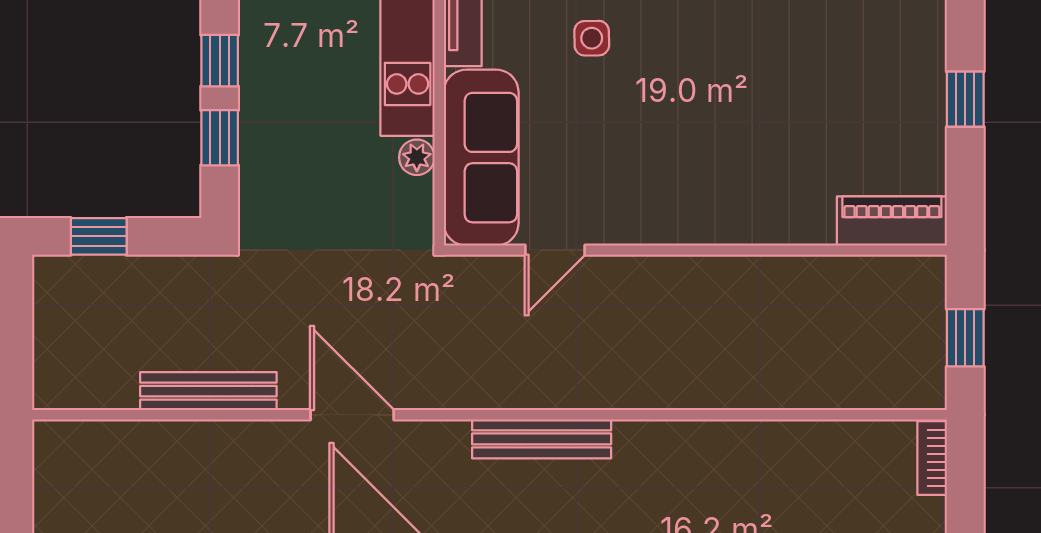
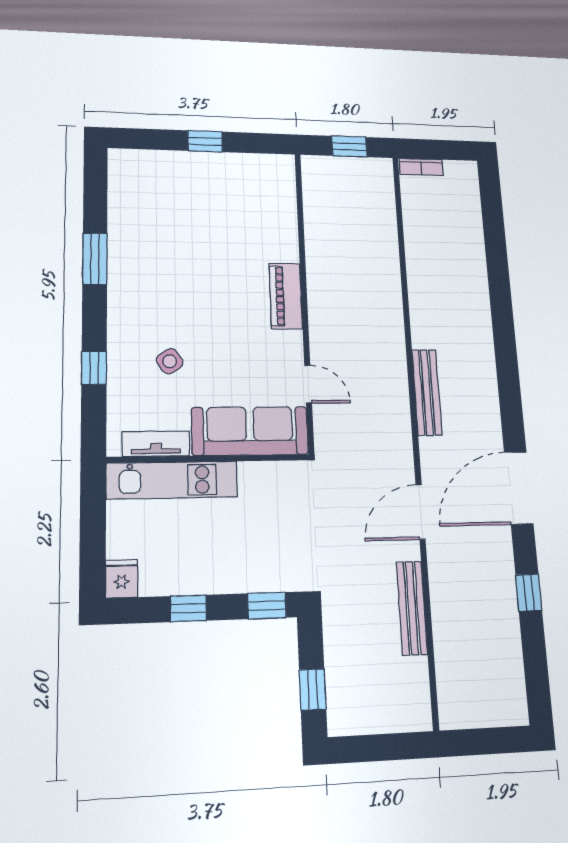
side table: (592, 38) -> (170, 361), turned -33
window: (220, 138) -> (267, 606), moved
plant: (417, 157) -> (251, 473), removed
piano: (892, 221) -> (286, 296), moved

